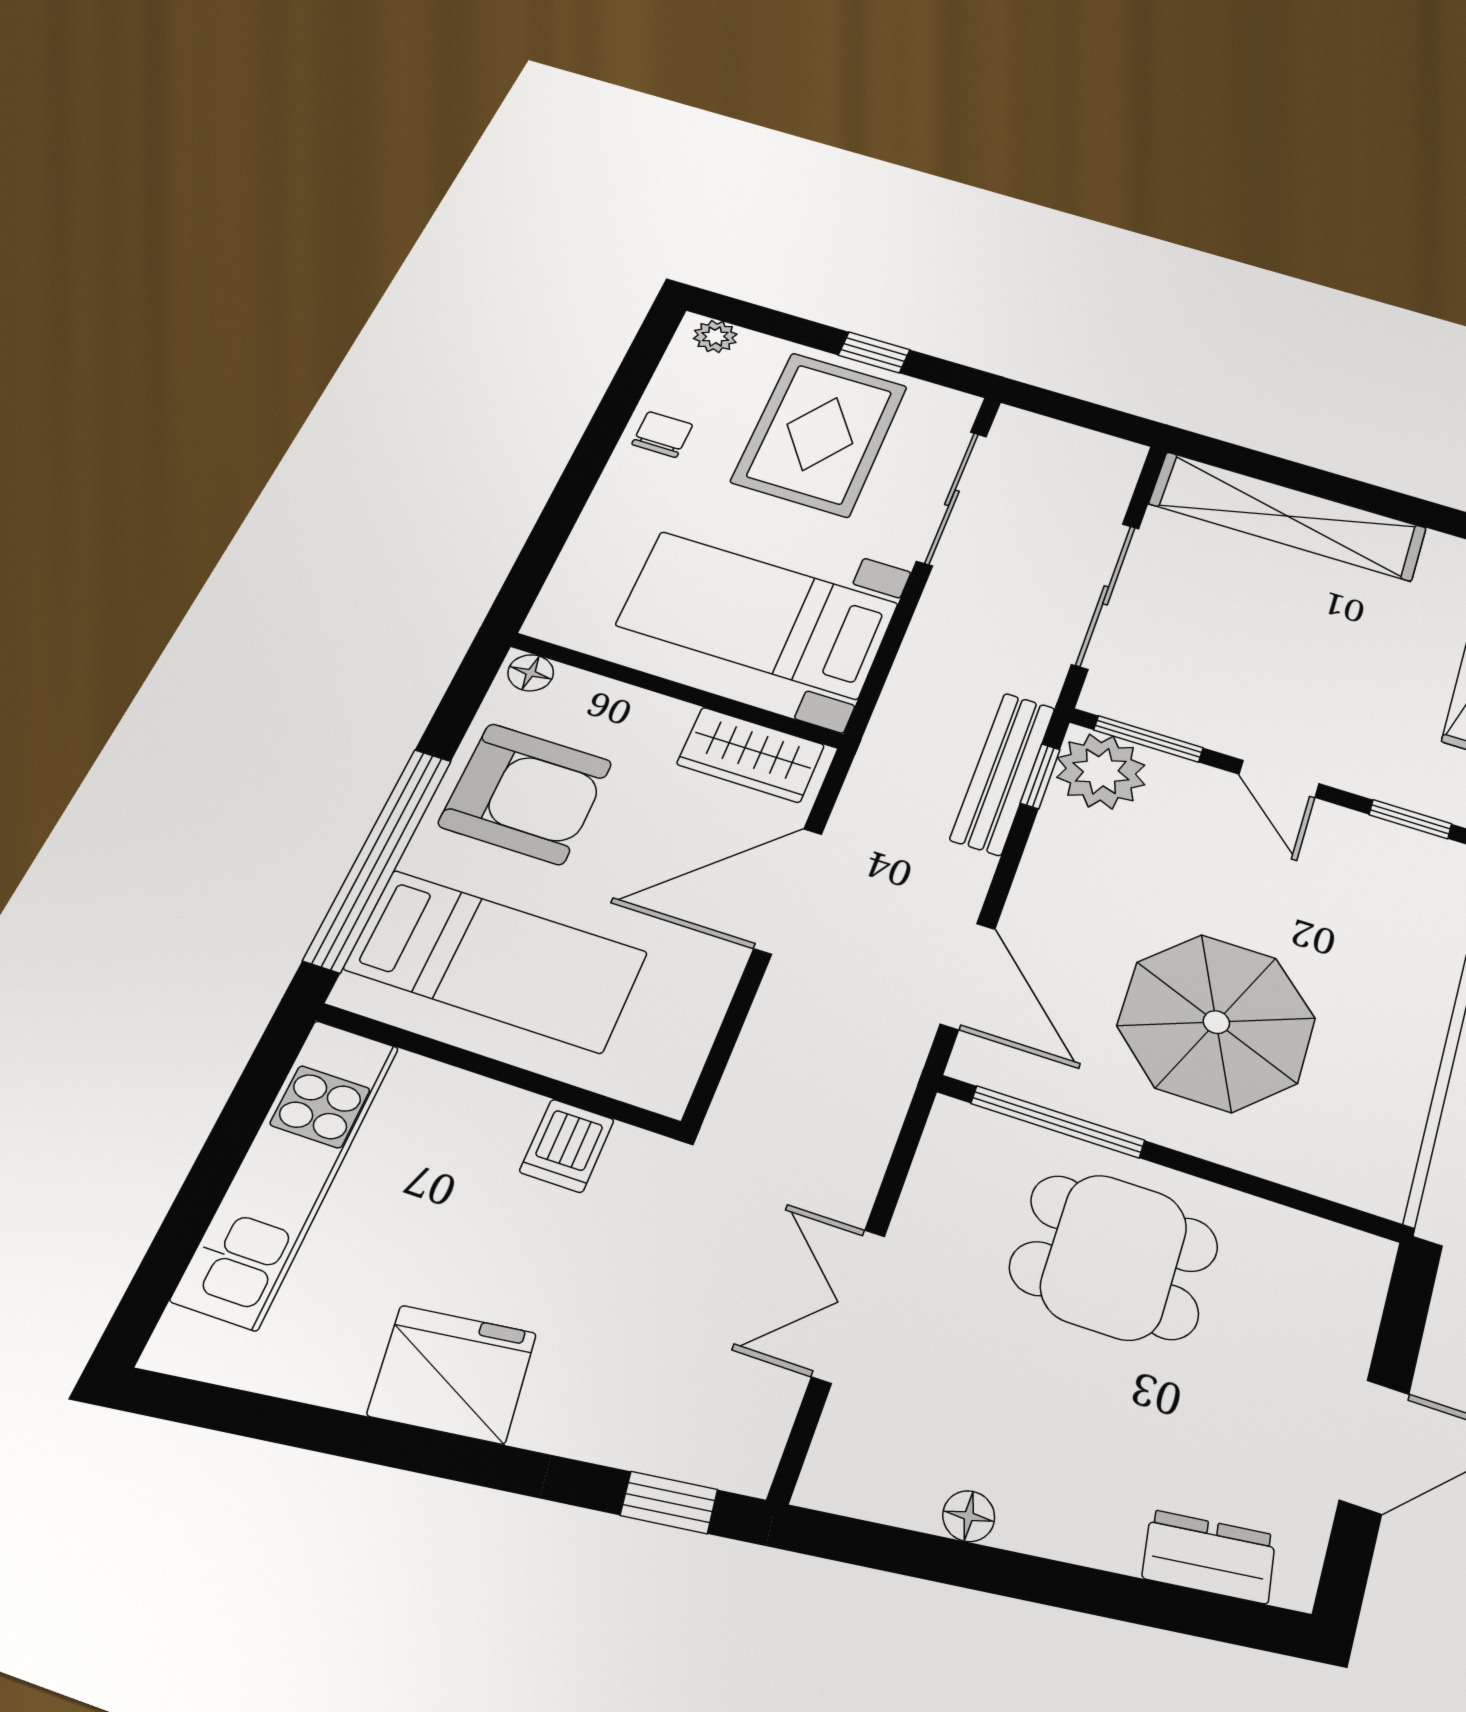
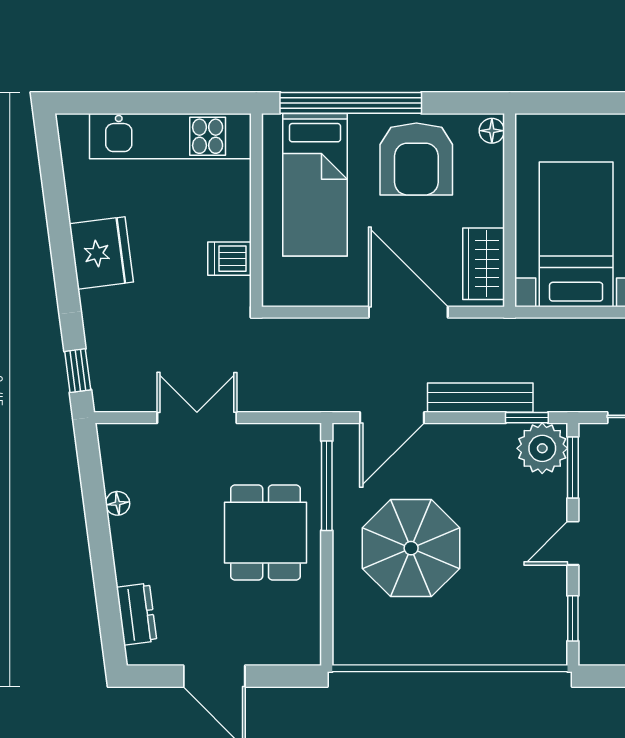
bench: (1003, 773) -> (480, 398), moved

